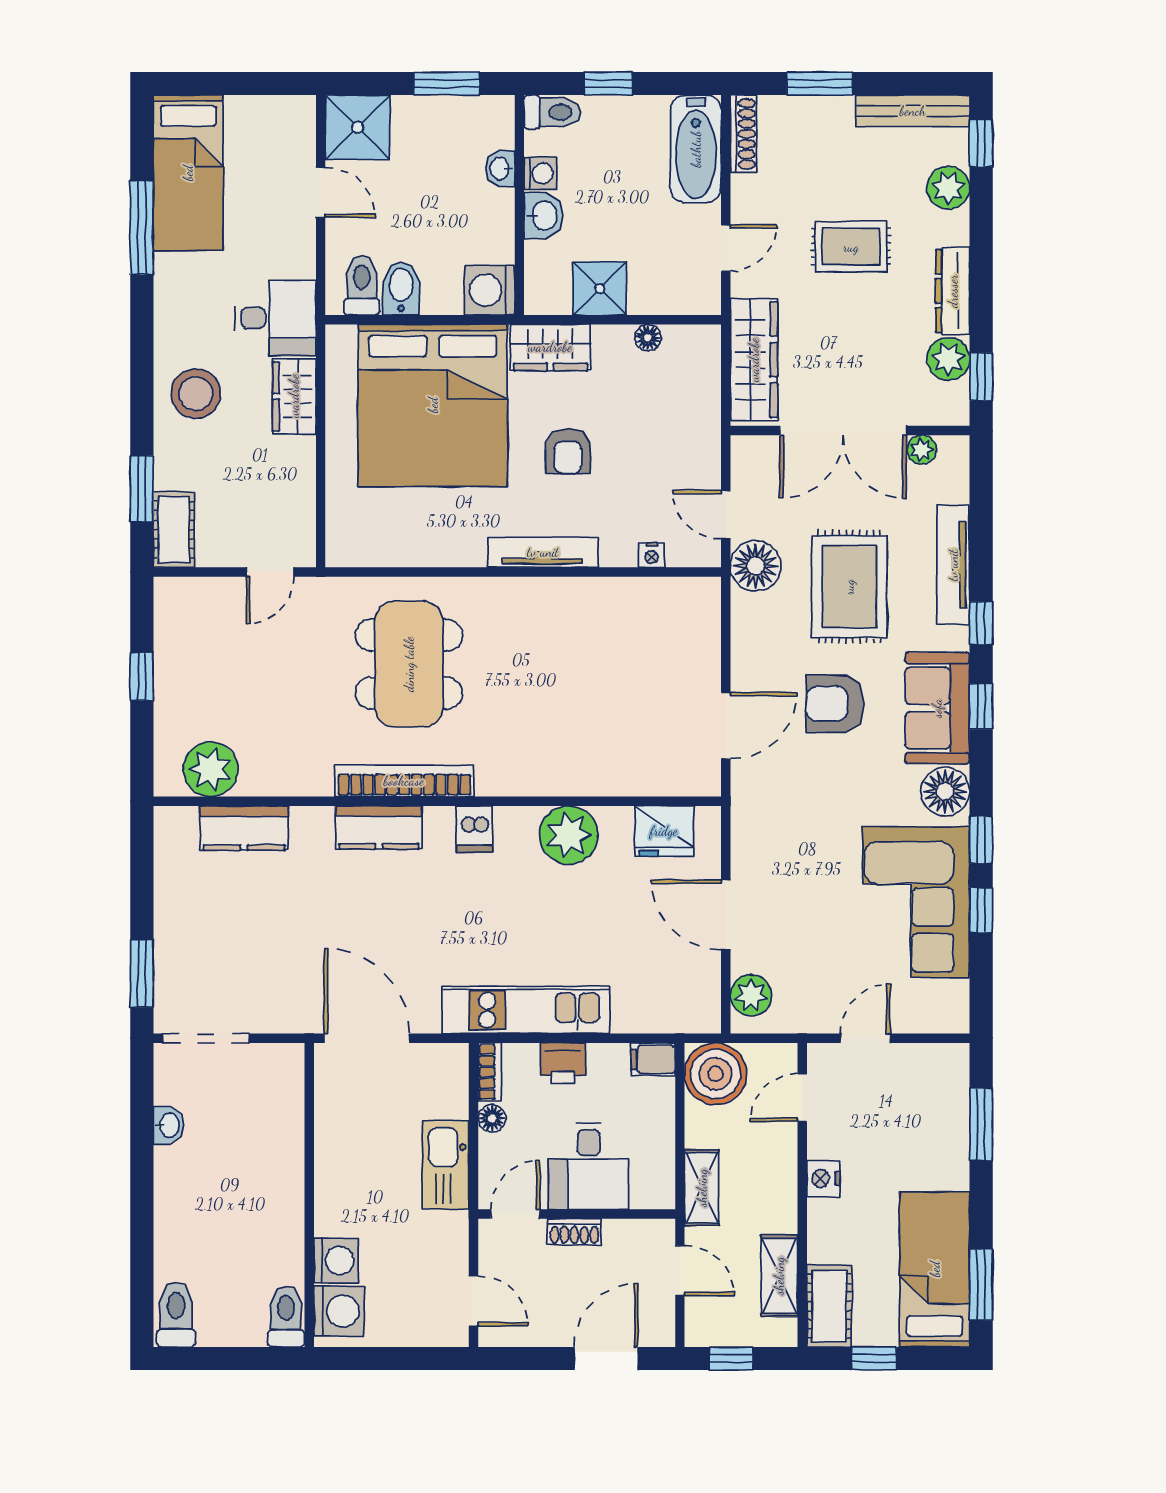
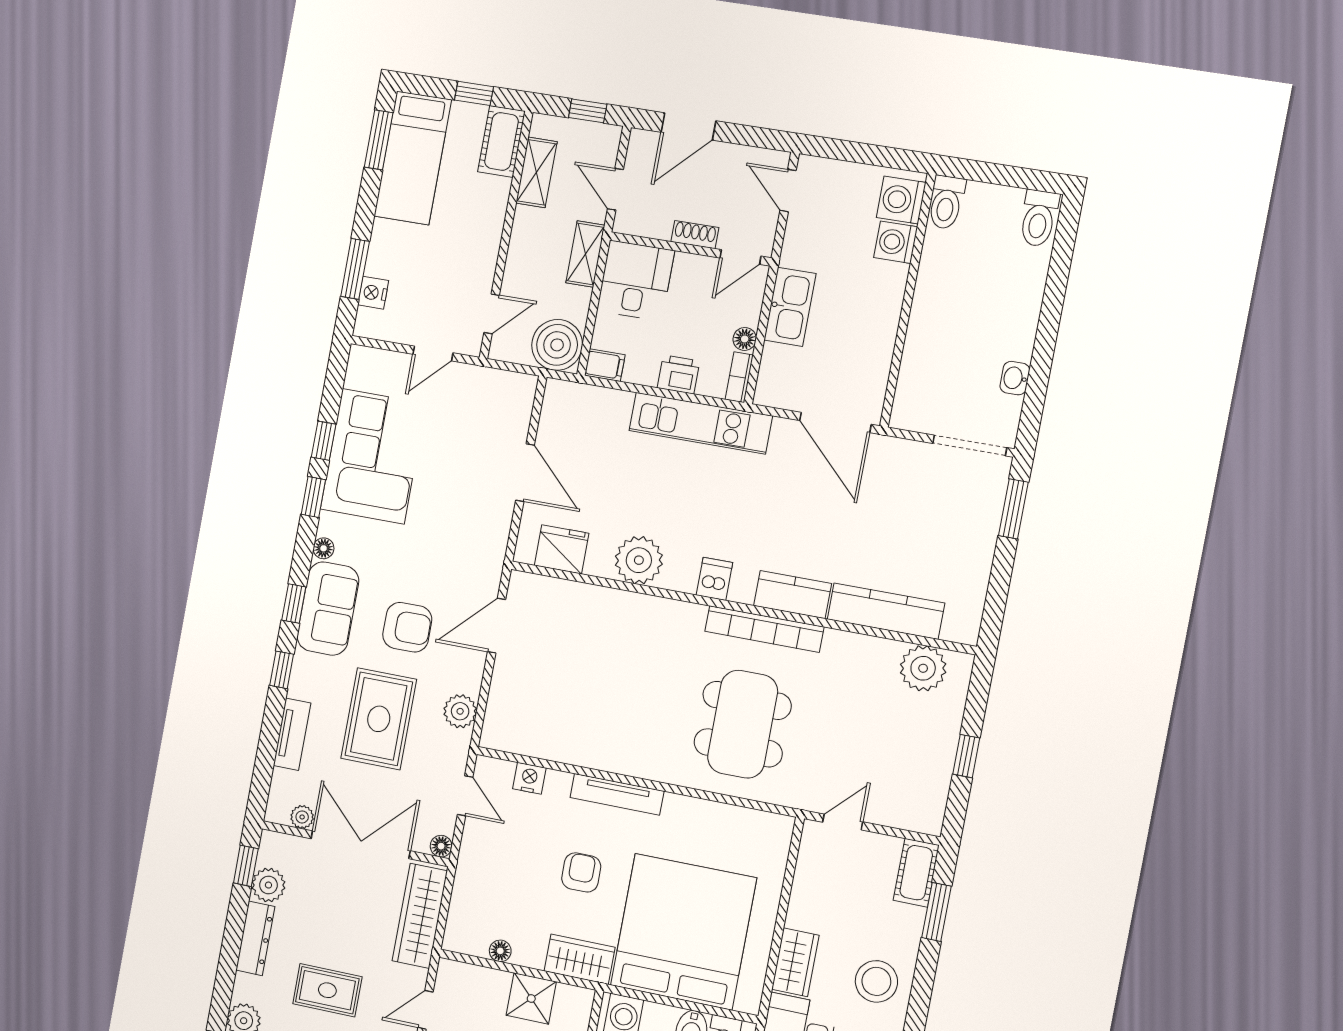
nightstand: (652, 555) -> (529, 778), width x1.39, depth x1.35
tv unit: (953, 565) -> (292, 734), width x0.71
floor lamp: (756, 566) -> (441, 846), moved, width x0.53, depth x0.53
floor lamp: (945, 791) -> (324, 548), width x0.53, depth x0.53
kitchen counter: (244, 828) -> (886, 611), width x1.50
plant: (751, 995) -> (460, 711), moved
desk: (589, 1166) -> (636, 281), moved
nightstand: (823, 1179) -> (373, 293), moved, turned 180

